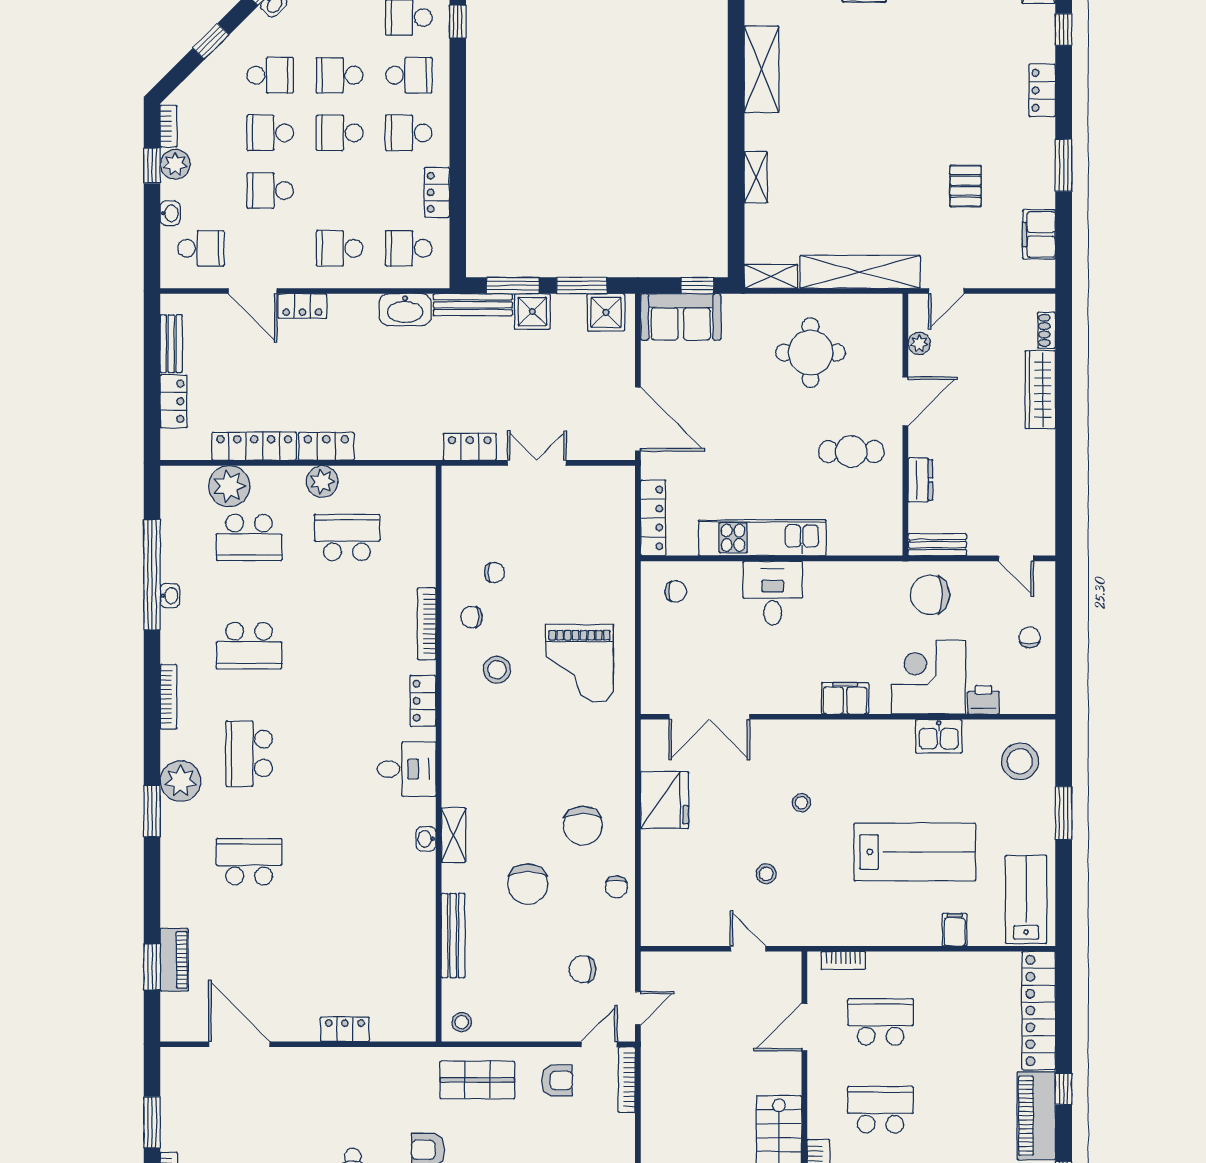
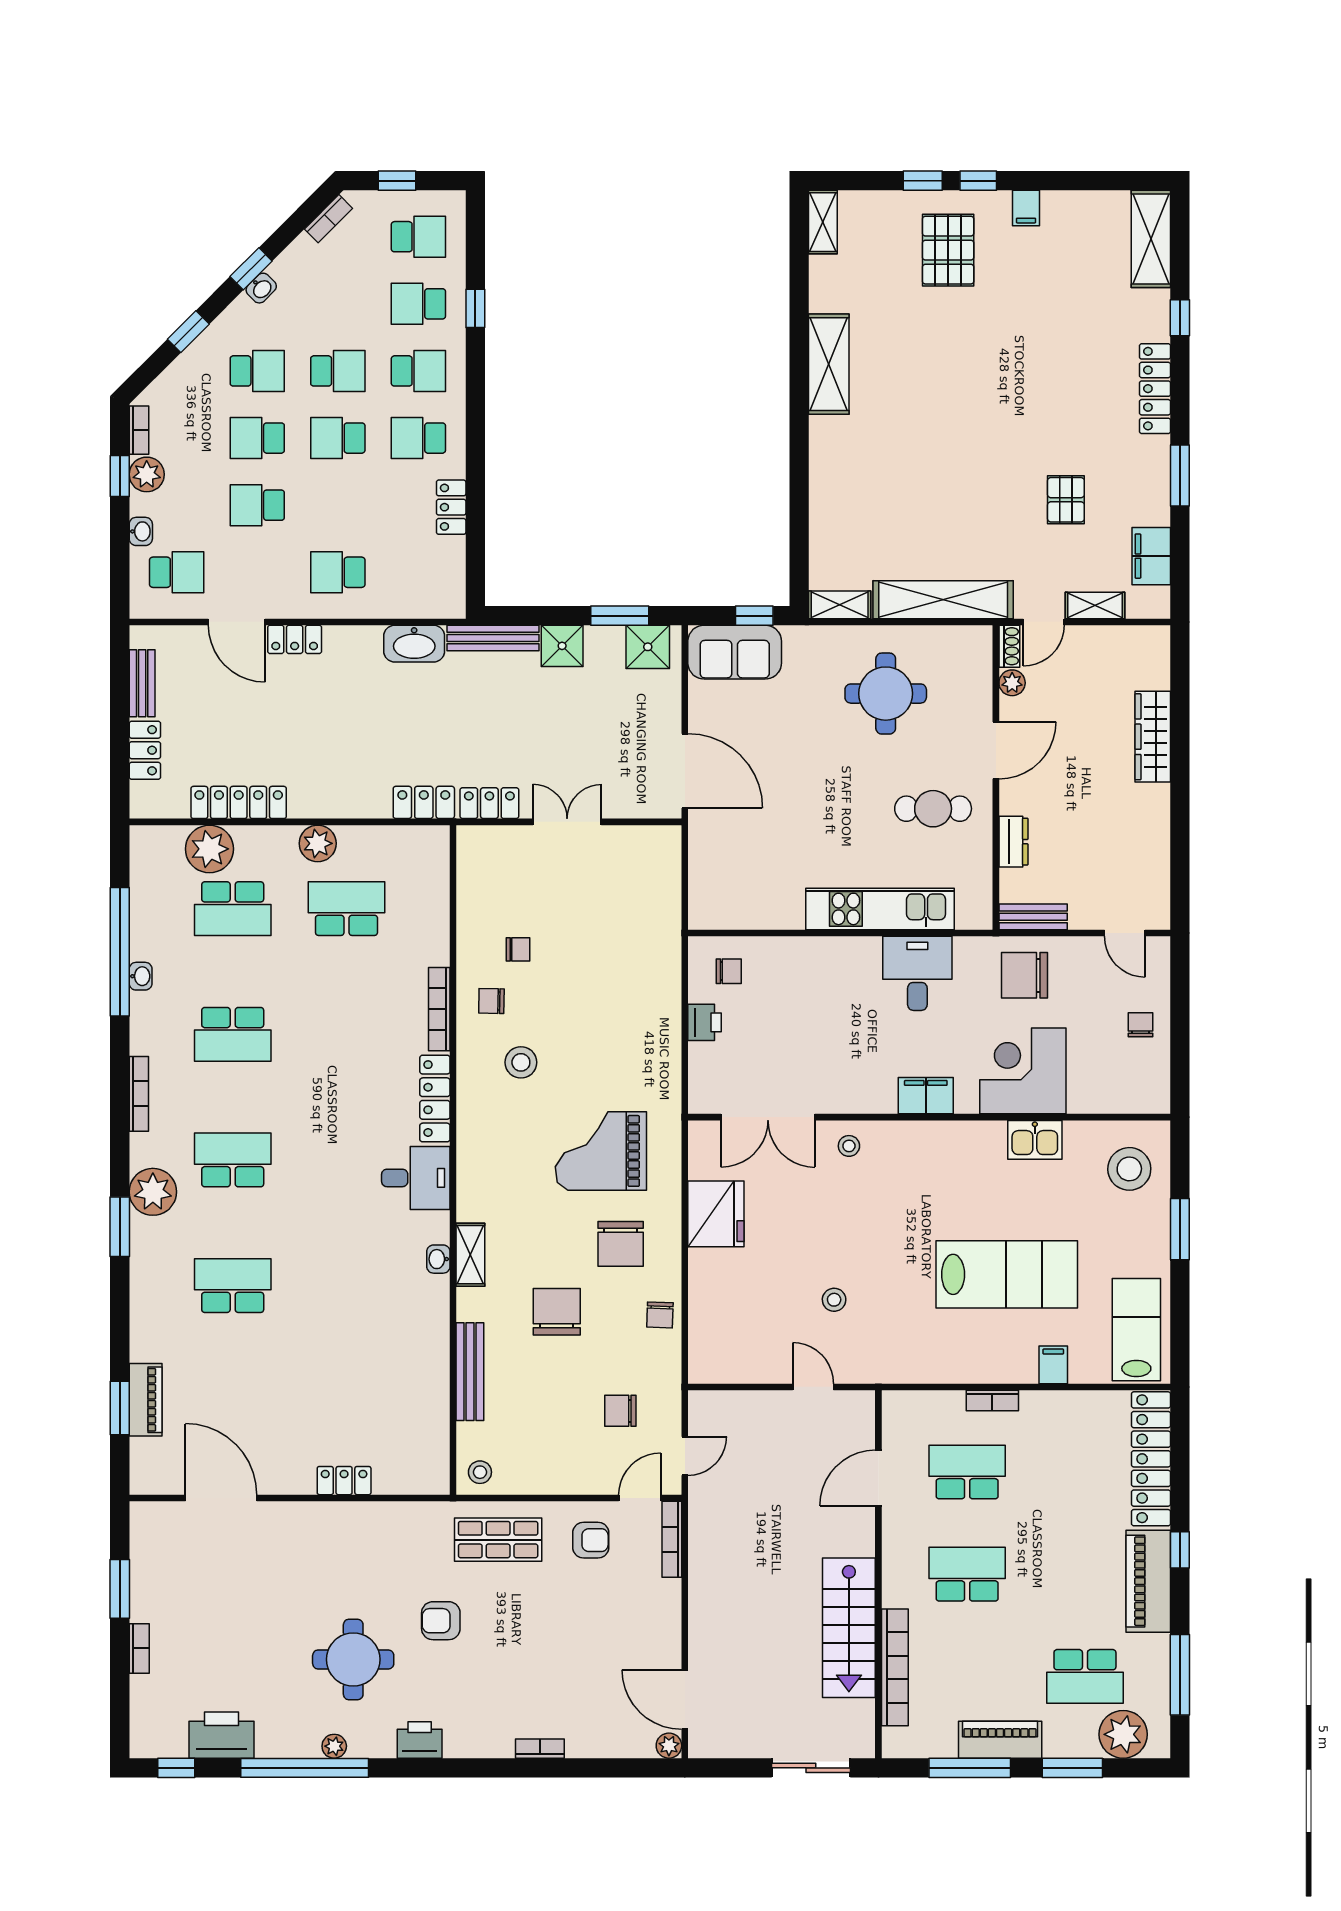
school desk: (340, 75) -> (338, 371), turned 180
locker: (1042, 90) -> (1155, 389), width x1.53
shelving: (756, 177) -> (1095, 605), moved, turned 90
school desk: (409, 248) -> (418, 572), removed
window: (513, 286) -> (539, 616), removed
shoe rack: (1047, 330) -> (1009, 646), moved, turned 180
locker: (326, 446) -> (424, 802), moved
locker: (653, 518) -> (703, 886), removed
kitchen unit: (762, 538) -> (880, 909), moved
desk: (773, 593) -> (917, 973), moved
grand piano: (579, 663) -> (601, 1151), moved, turned 90
printer: (983, 700) -> (705, 1022), moved, turned 90
locker: (423, 701) -> (435, 1099), width x1.53
school desk: (249, 754) -> (233, 1160), turned 90
stool: (801, 803) -> (849, 1146), moved
chair: (528, 884) -> (557, 1312), turned 180
bookcase: (843, 960) -> (992, 1400), moved

